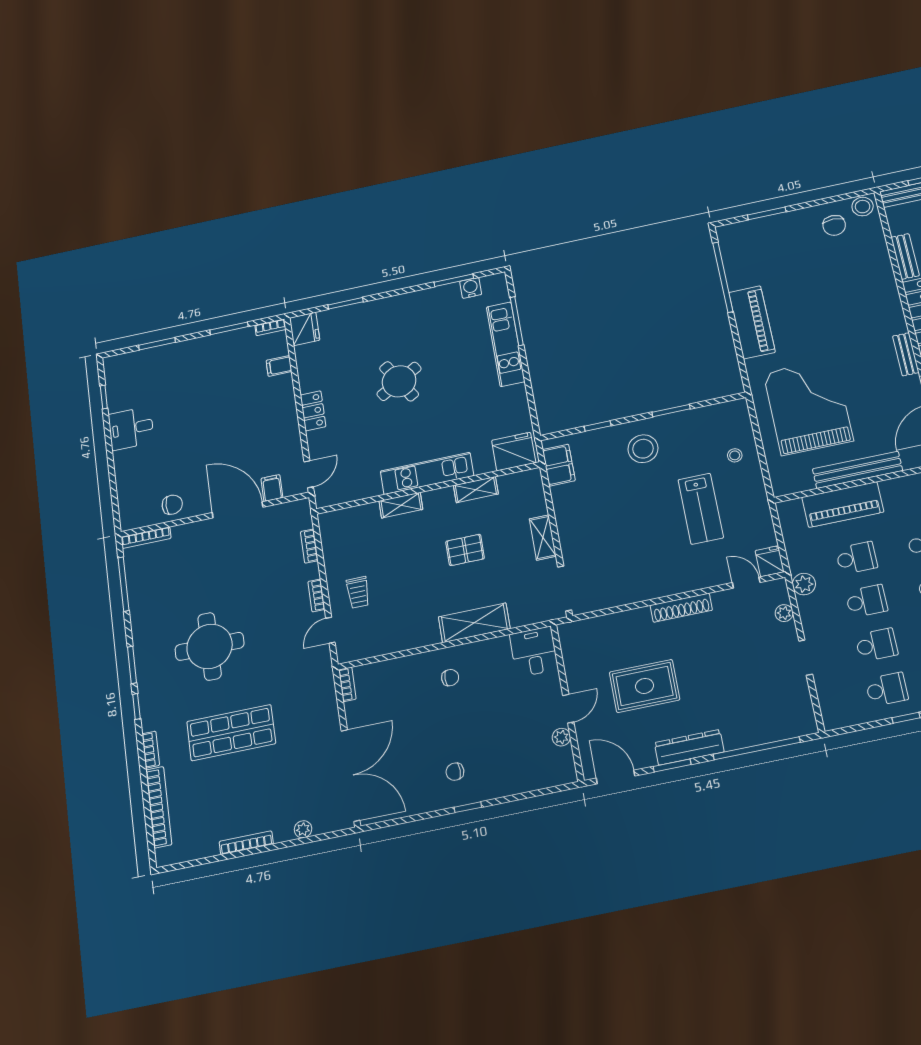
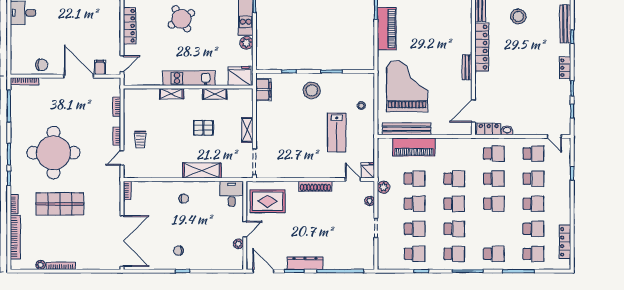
plant: (516, 396) -> (247, 43), added
locker: (313, 411) -> (130, 26), width x1.53
bench: (857, 470) -> (407, 129), moved
round table: (210, 646) -> (54, 153), width x1.36, depth x1.36
rug: (644, 686) -> (268, 201), moved
plant: (303, 829) -> (41, 265), moved

